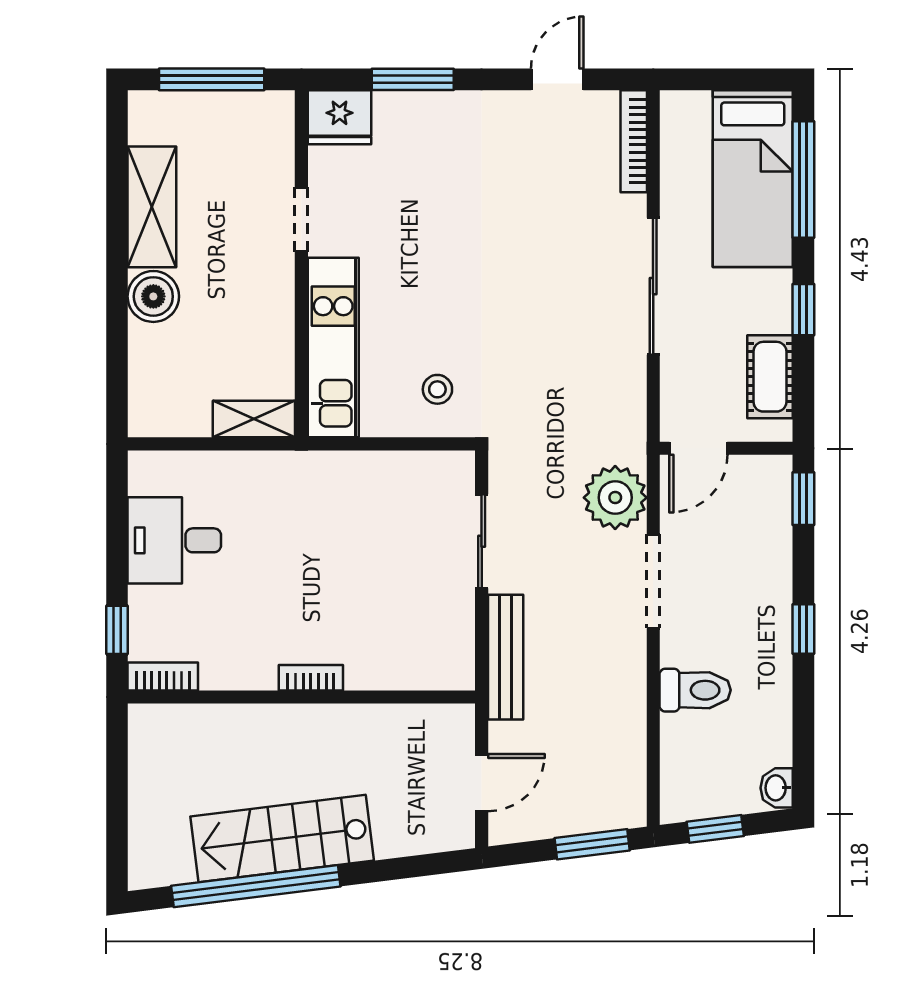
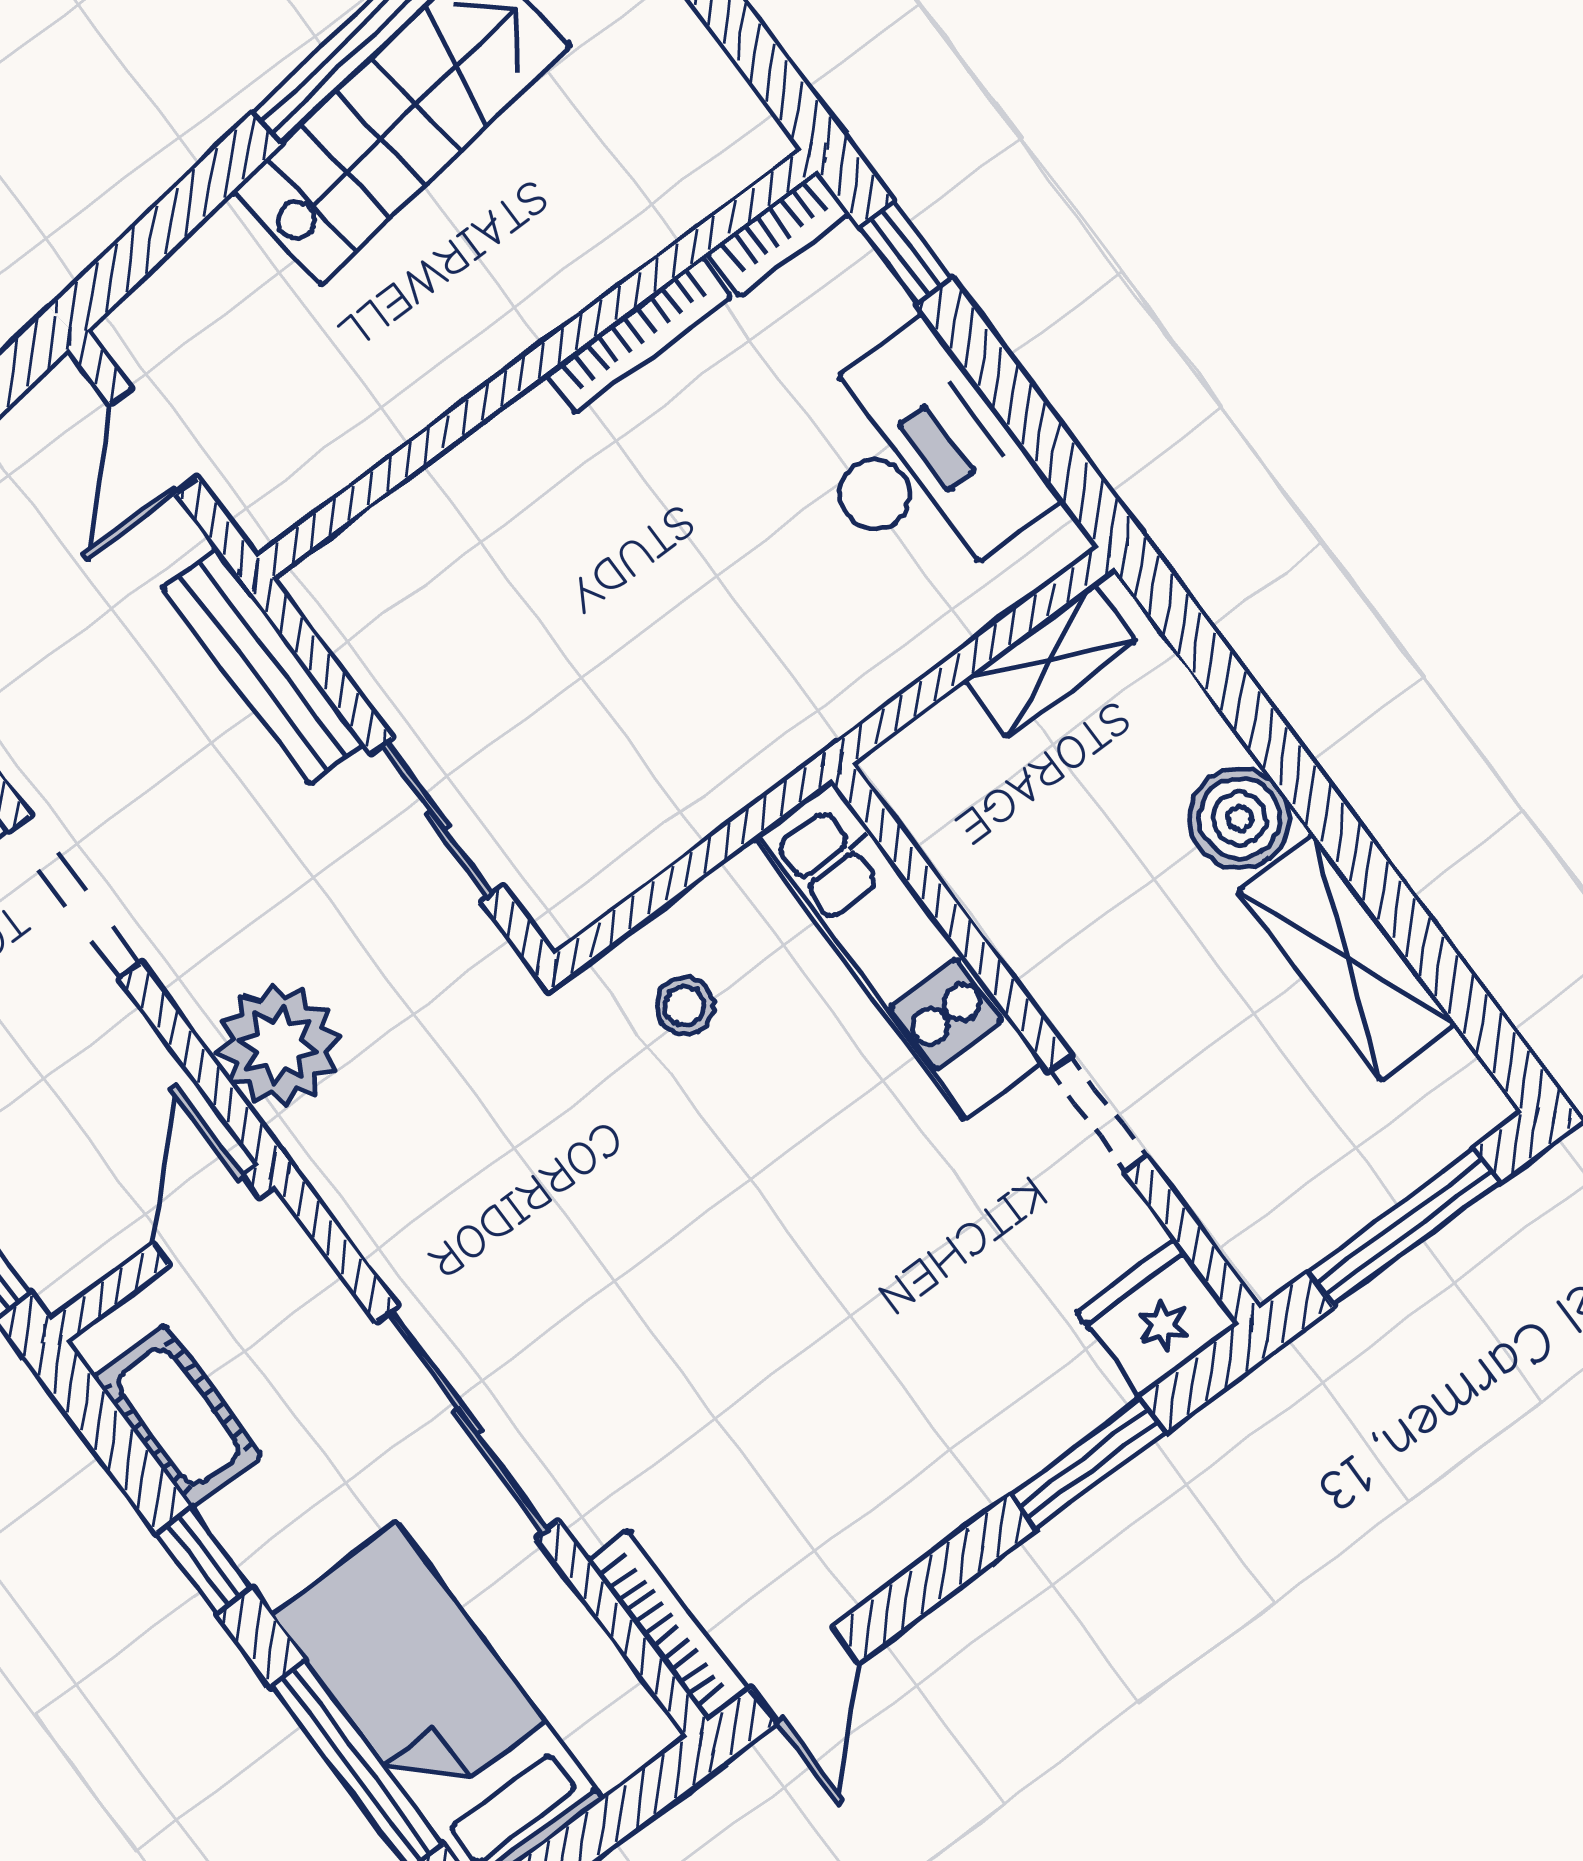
door: (557, 79) -> (805, 1675), moved
shelving: (254, 419) -> (1050, 660), moved
desk: (174, 540) -> (920, 460), width x1.37
doorway: (653, 581) -> (75, 897), moved
bookcase: (311, 678) -> (638, 335), moved, width x1.56

